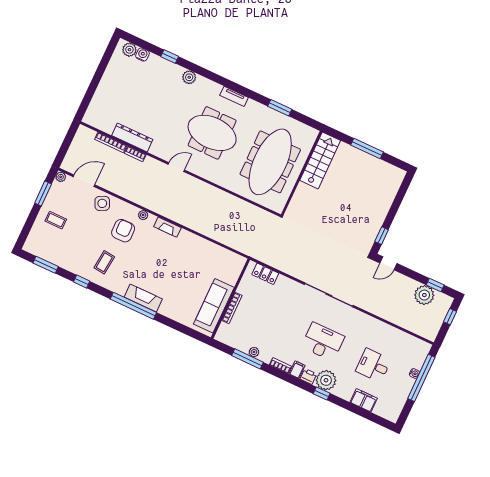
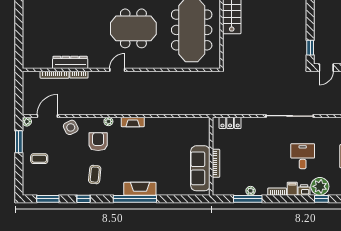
desk: (323, 342) -> (303, 156), width x0.73

